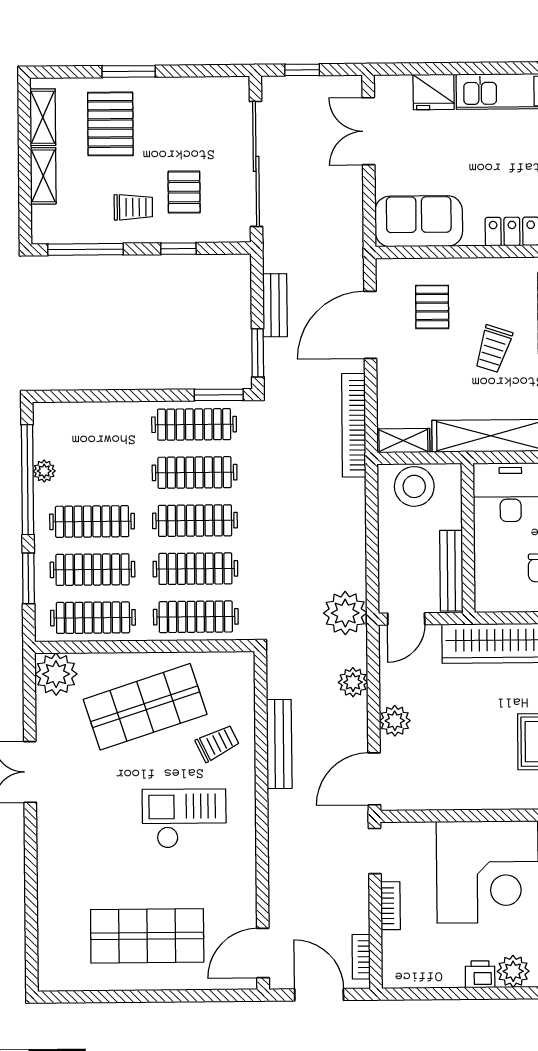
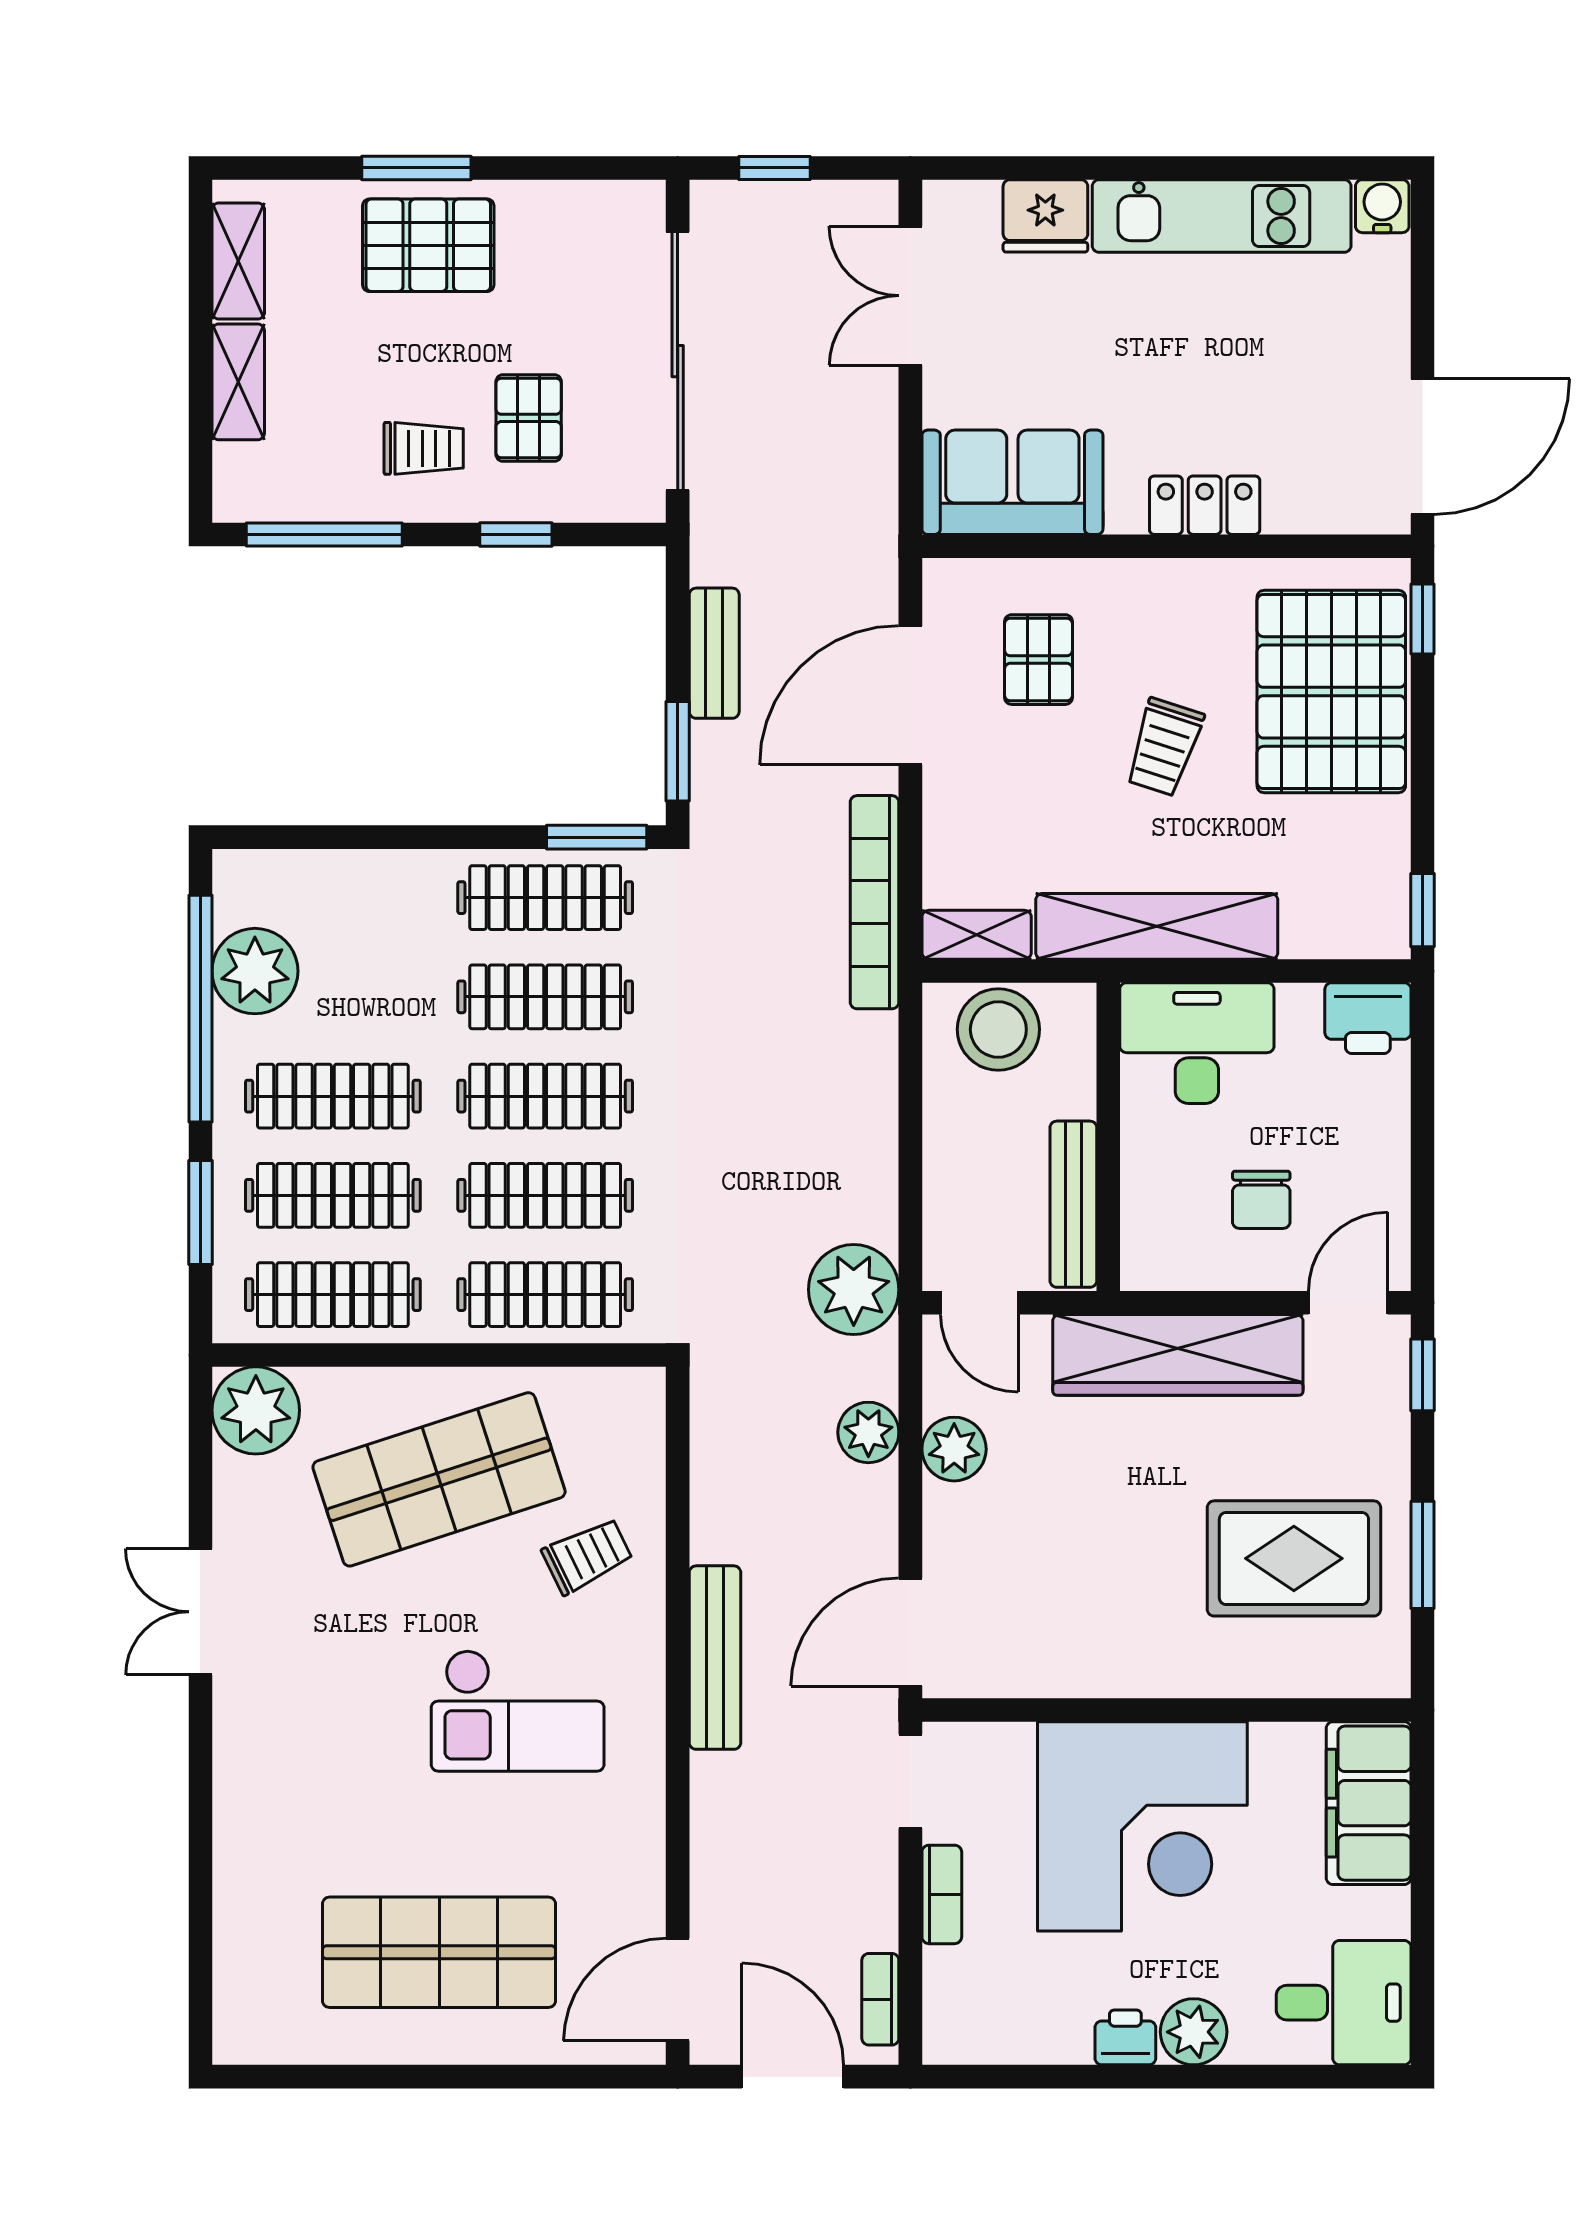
pallet: (110, 124) -> (428, 245), moved, turned 90
plant: (44, 471) -> (255, 971), width x1.88, depth x1.88
door: (406, 619) -> (979, 1303), hinge flipped
plant: (395, 721) -> (954, 1449), moved
bench: (279, 744) -> (715, 1658), moved
checkout: (184, 818) -> (518, 1711), turned 180

